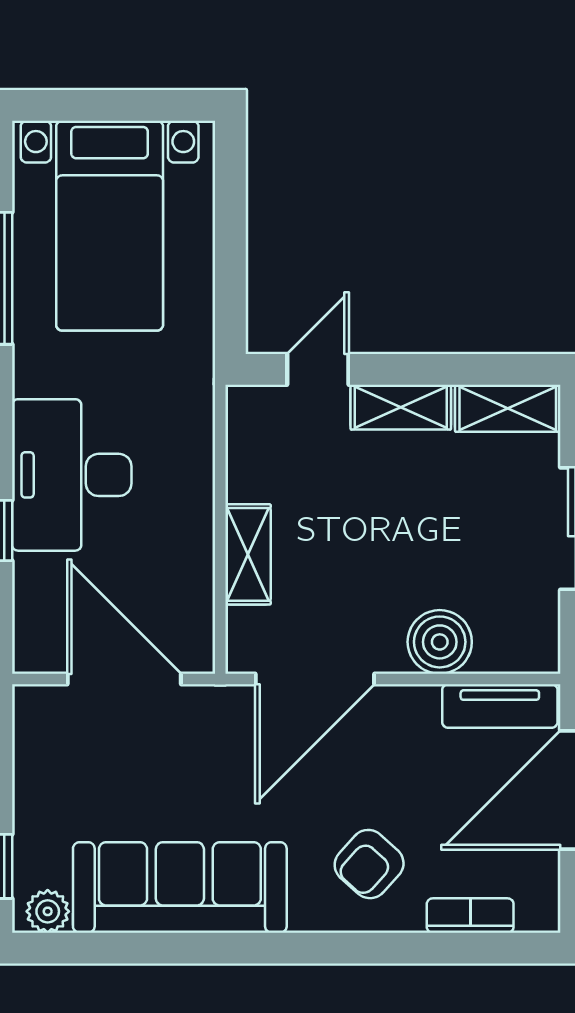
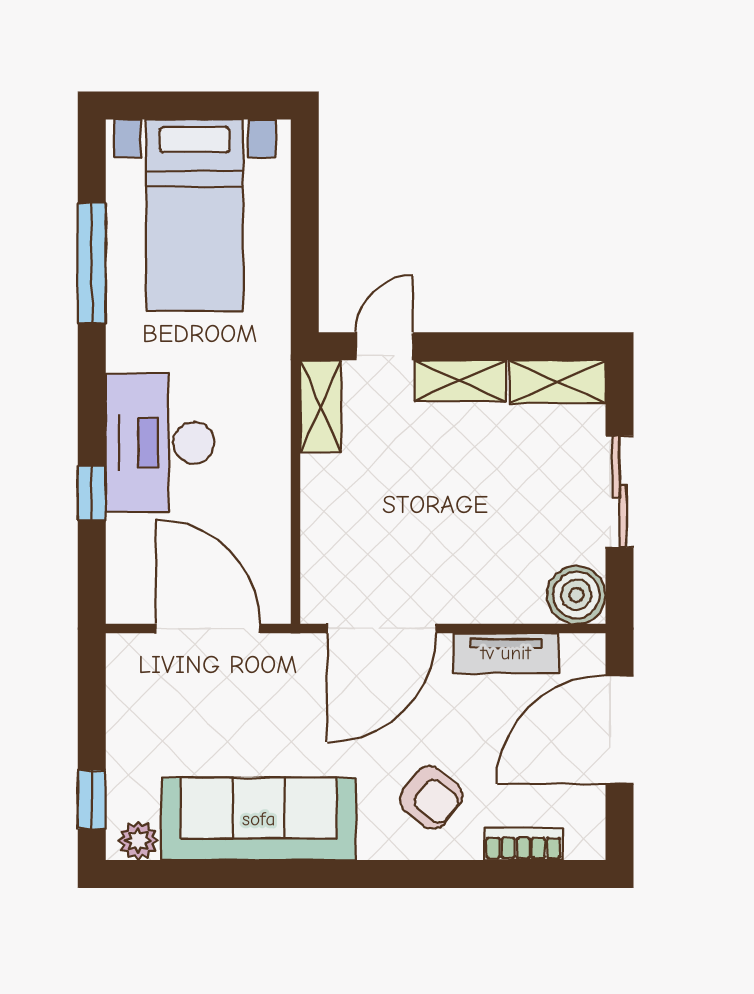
shelving: (248, 554) -> (321, 406), moved
boiler: (440, 642) -> (576, 595), moved
tv unit: (500, 706) -> (506, 653), moved
armchair: (369, 864) -> (431, 797), turned -94

